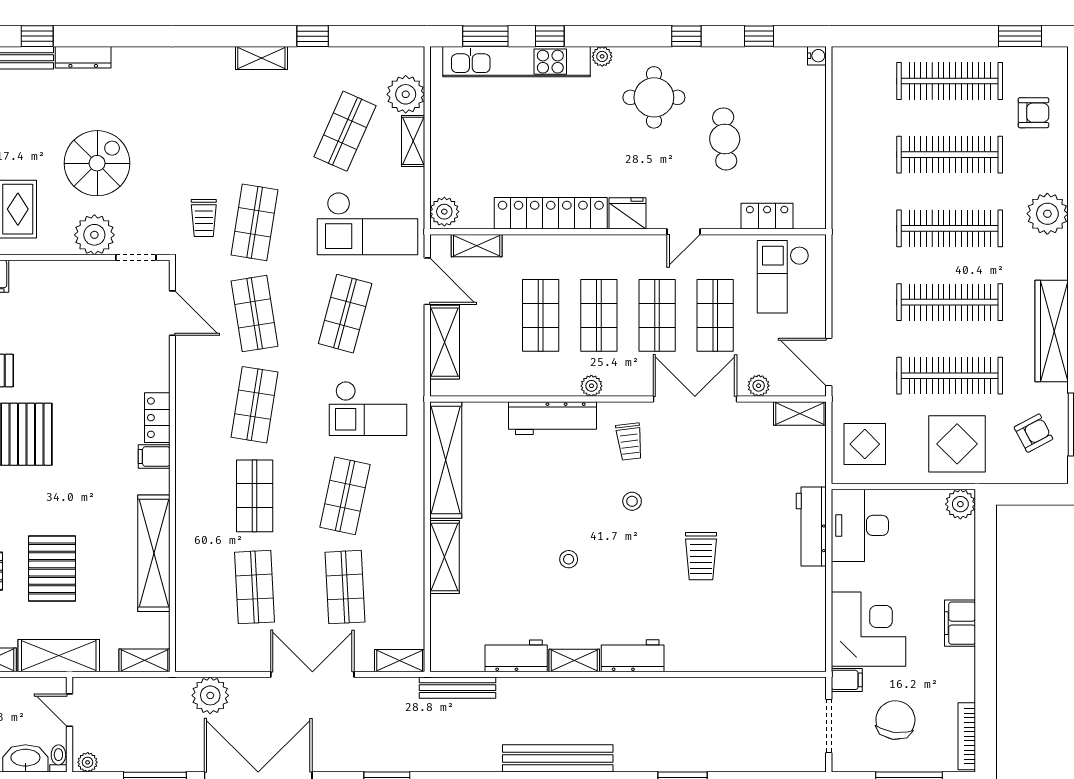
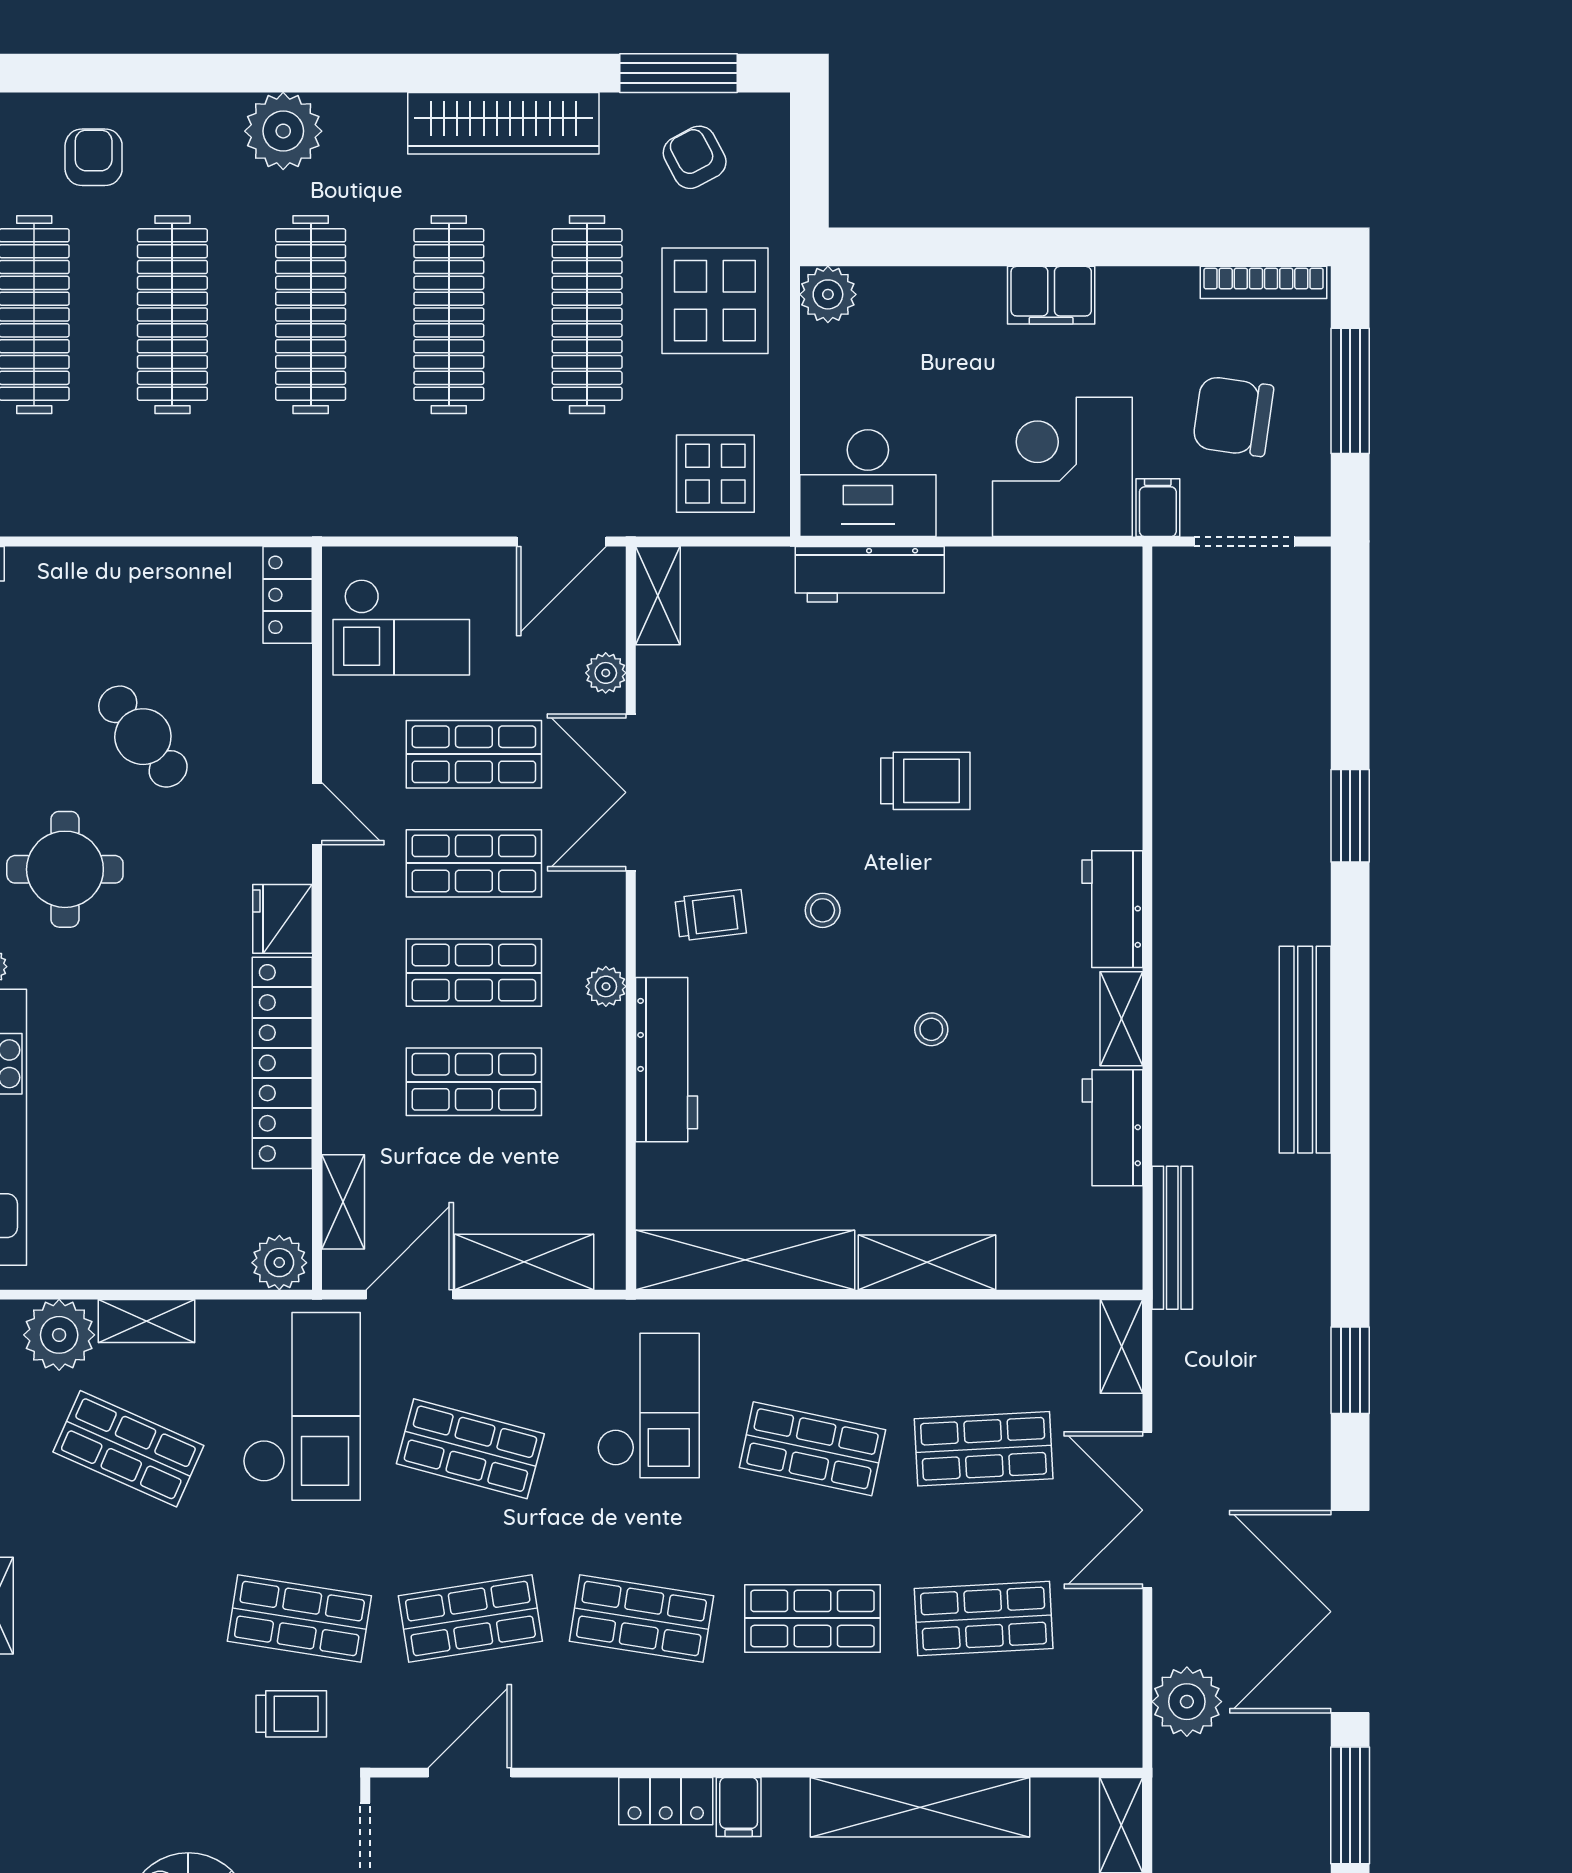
cafe table: (725, 139) -> (143, 737), turned 56
locker: (767, 216) -> (288, 595), moved

